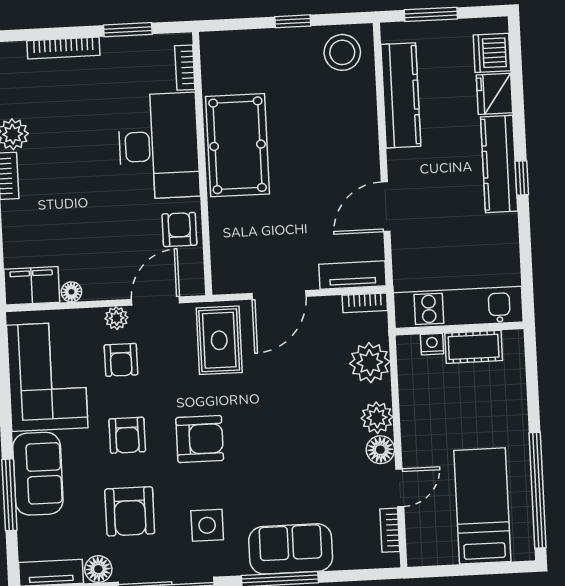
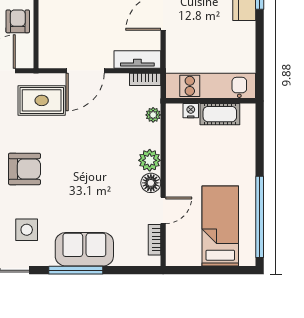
rug: (219, 340) -> (42, 100), turned 90
plant: (370, 363) -> (153, 115), width x0.53, depth x0.53

